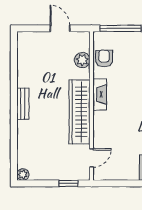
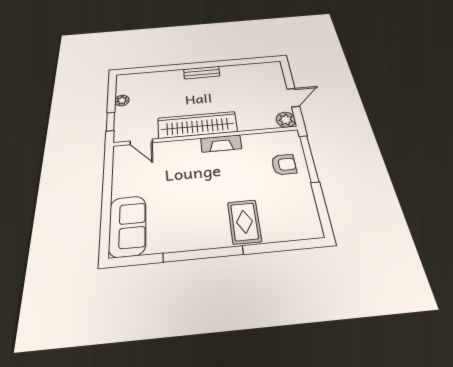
armchair: (104, 59) -> (284, 164), moved
plant: (82, 60) -> (286, 120), moved
plant: (23, 174) -> (122, 100), moved

